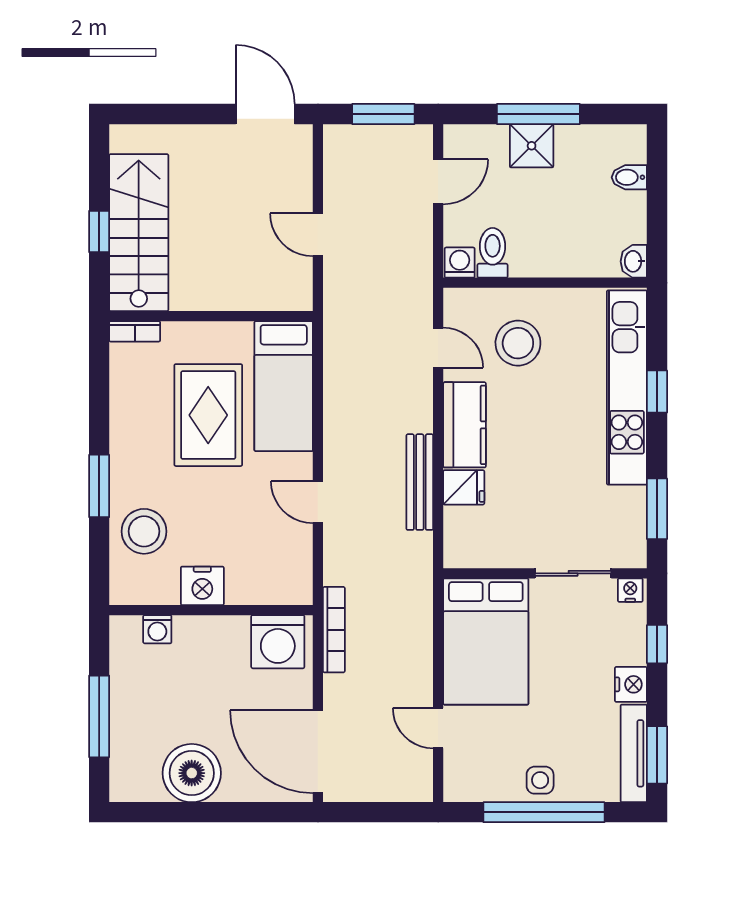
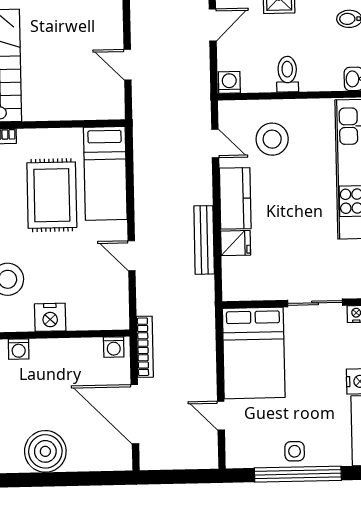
toilet: (493, 253) -> (287, 74), moved
washing machine: (278, 642) -> (114, 347), width x0.53, depth x0.53
door: (318, 752) -> (135, 414), moved

